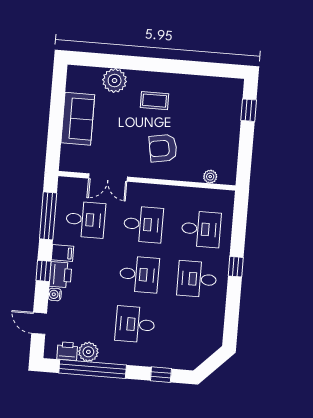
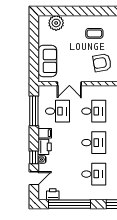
plant: (115, 81) -> (56, 23), moved
sofa: (78, 119) -> (47, 61), moved
window: (44, 271) -> (34, 157), moved
door: (39, 323) -> (34, 178), swing flipped
desk: (135, 324) -> (94, 174), turned 180
plant: (88, 352) -> (66, 194), removed

